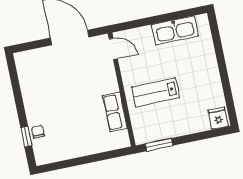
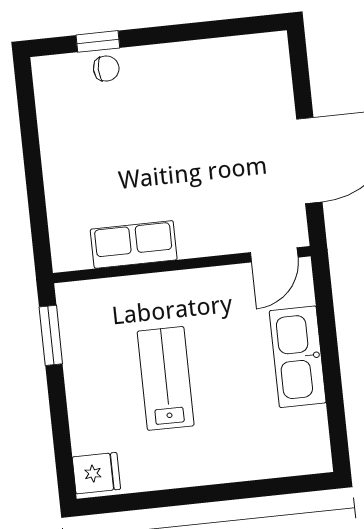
kitchen sink: (175, 30) -> (298, 357), moved
lab bench: (155, 92) -> (166, 378), moved

